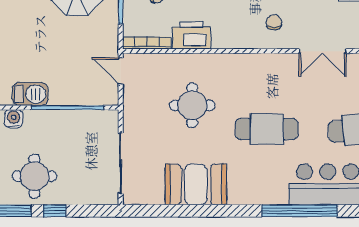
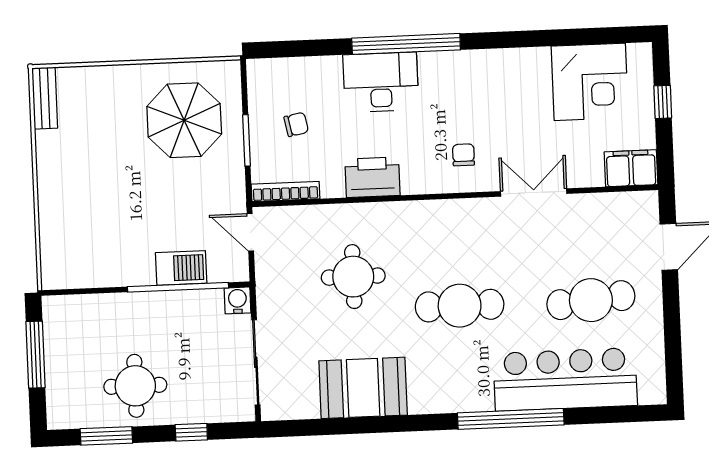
printer: (191, 35) -> (372, 177), moved
double door: (322, 51) -> (534, 193), swing flipped
barbecue: (30, 94) -> (181, 268), moved
water cooler: (14, 119) -> (238, 300), moved
window: (55, 211) -> (191, 432), moved

